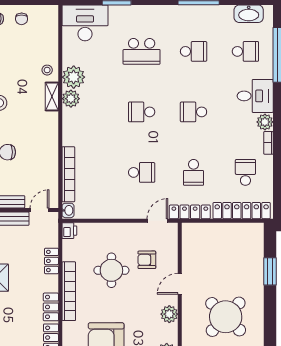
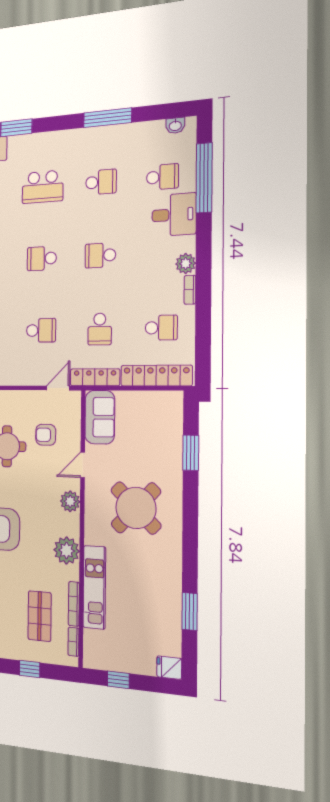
washbasin: (249, 14) -> (175, 126), width x0.52, depth x0.69
desk: (255, 96) -> (174, 215), moved
school desk: (245, 172) -> (161, 328), turned 90
sofa: (194, 244) -> (100, 417), added

